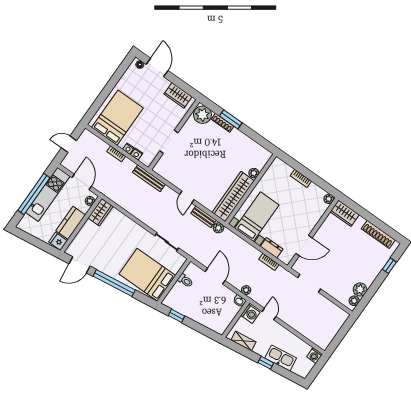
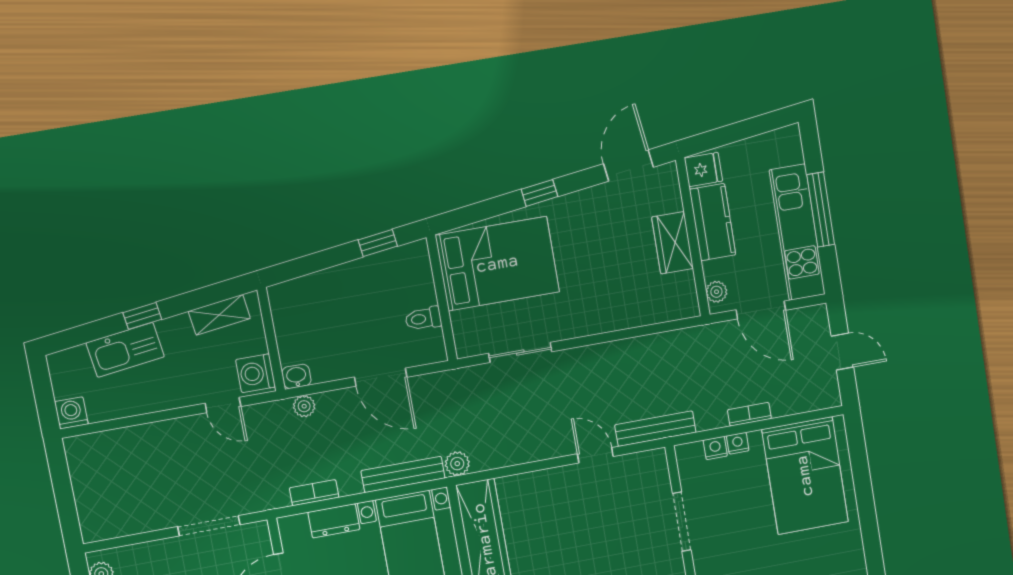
door: (69, 144) -> (842, 351), hinge flipped
window: (34, 194) -> (821, 210), width x0.68
door: (187, 197) -> (595, 455), moved
wardrobe: (100, 212) -> (673, 243), moved
bench: (203, 217) -> (403, 474), moved, width x1.36
window: (114, 283) -> (539, 193), width x0.32

